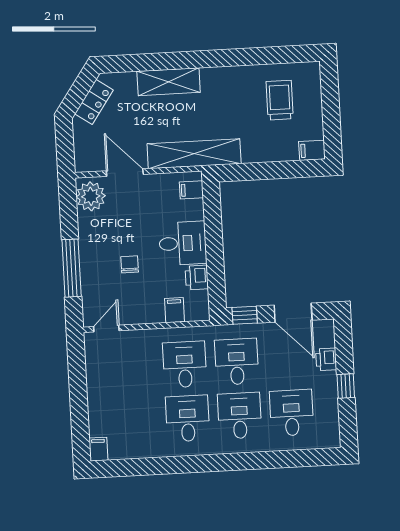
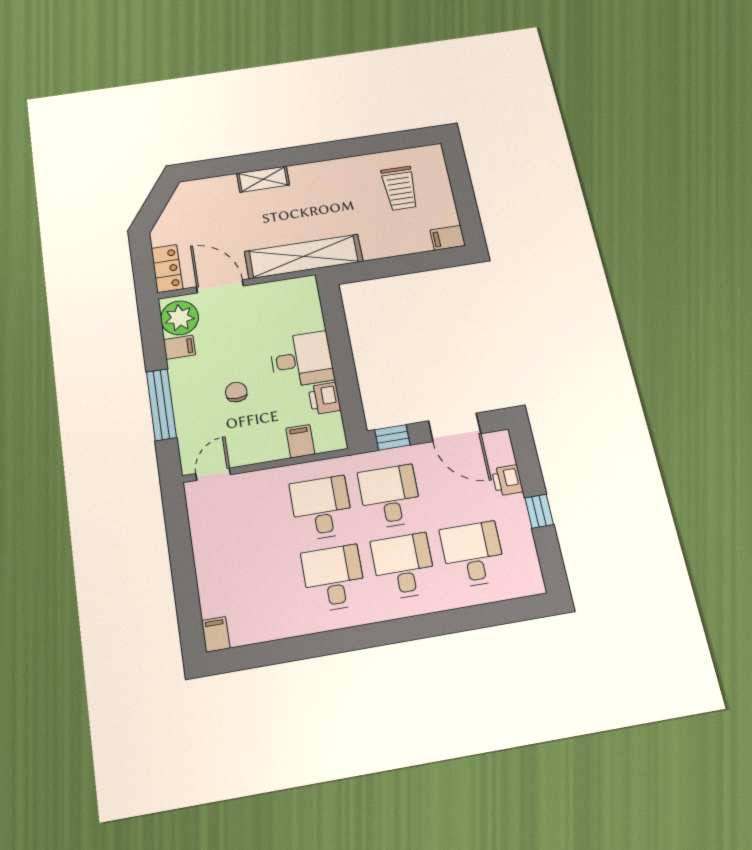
shelving: (169, 82) -> (263, 179), width x0.67, depth x0.75
trolley: (280, 100) -> (400, 188), turned 180
locker: (94, 102) -> (167, 269), moved, turned -35
filing cabinet: (191, 190) -> (179, 347), moved, turned 180

